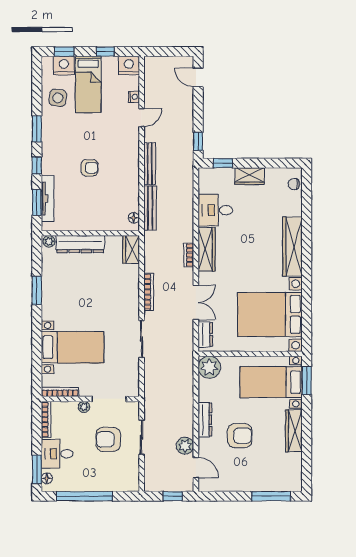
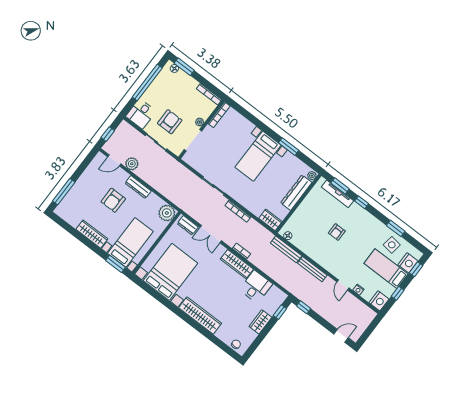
window: (37, 129) -> (396, 228), moved
bed with nightstands: (72, 347) -> (258, 156), moved
desk: (57, 454) -> (141, 114), moved, turned 180

